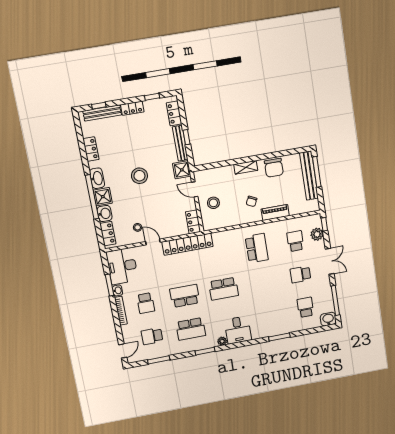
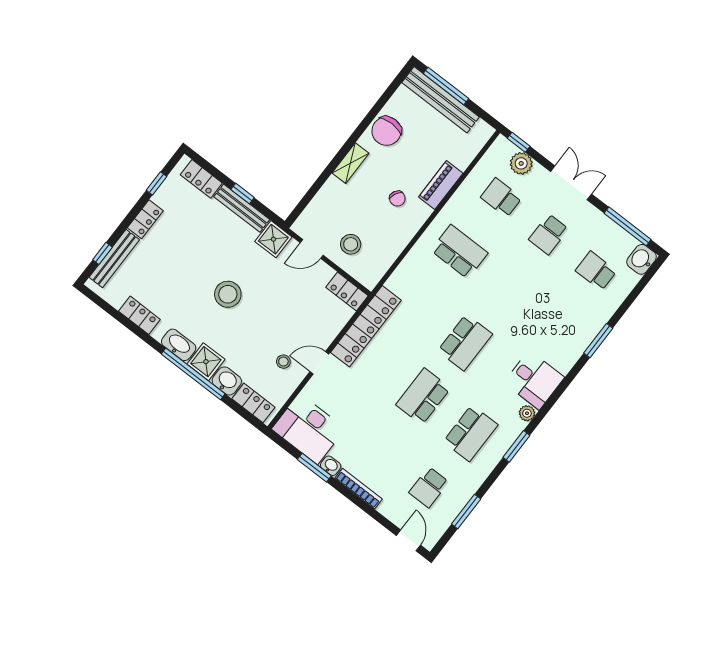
chair: (274, 168) -> (386, 131), turned 90
school desk: (146, 303) -> (381, 451), removed

